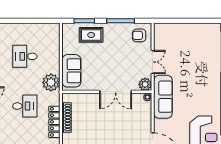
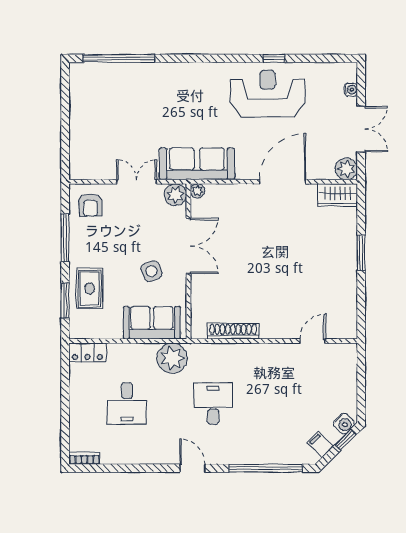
side table: (101, 71) -> (151, 271), added
locker: (54, 122) -> (87, 352), moved, width x0.66

